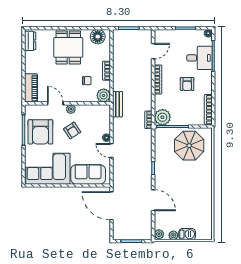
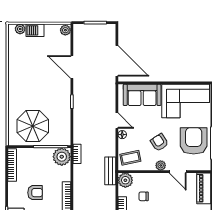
armchair: (187, 84) -> (35, 193), turned 90
coffee table: (99, 116) -> (130, 158), added
plant: (173, 235) -> (20, 29), moved

